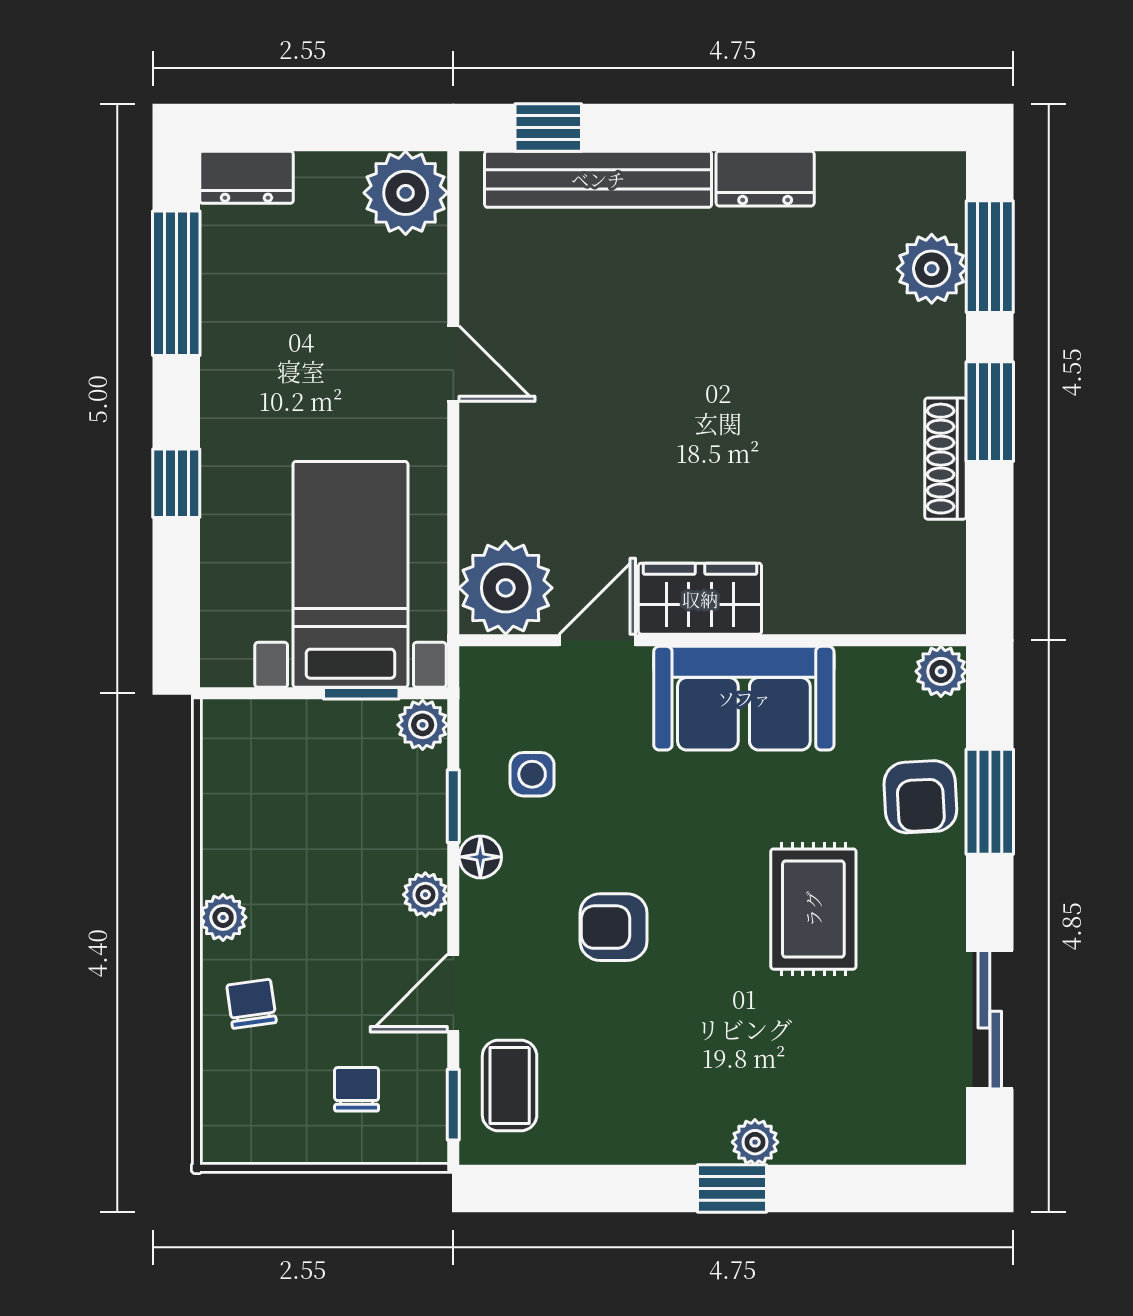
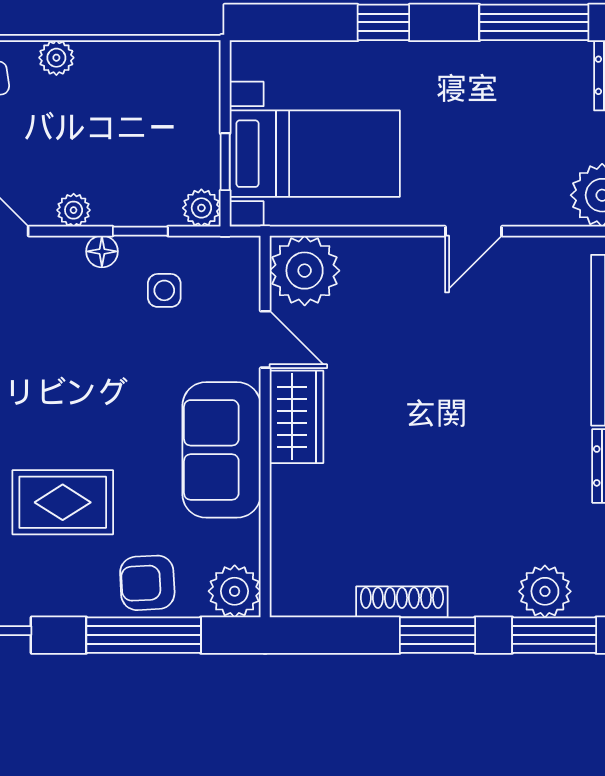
plant: (941, 671) -> (235, 591), width x1.38, depth x1.38
window: (990, 802) -> (144, 635), width x1.44
armchair: (614, 927) -> (49, 352), removed

